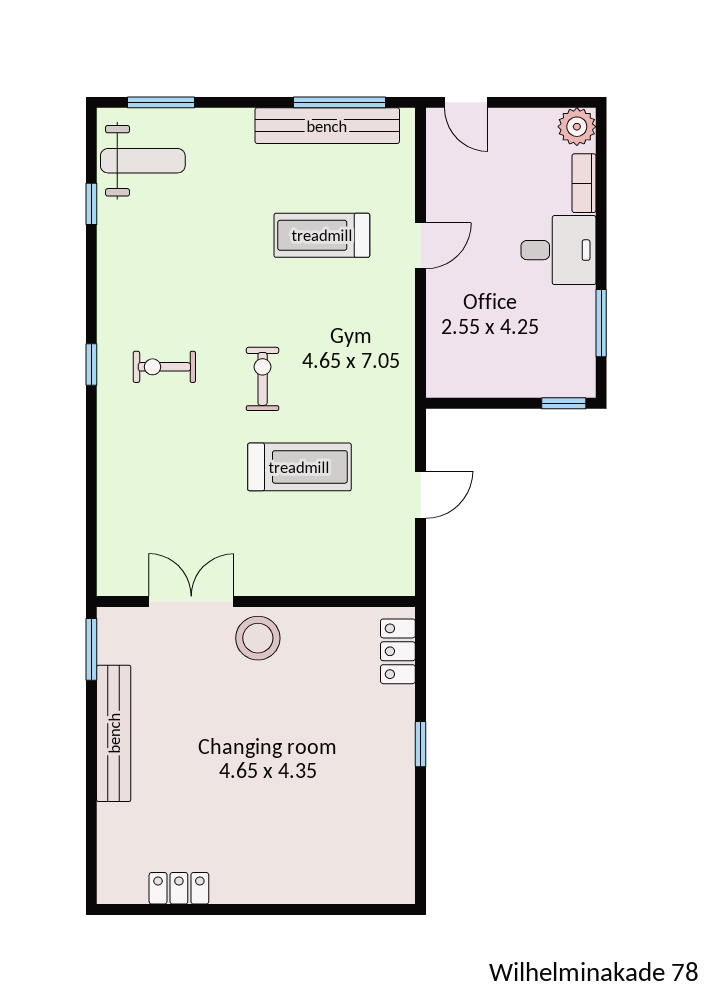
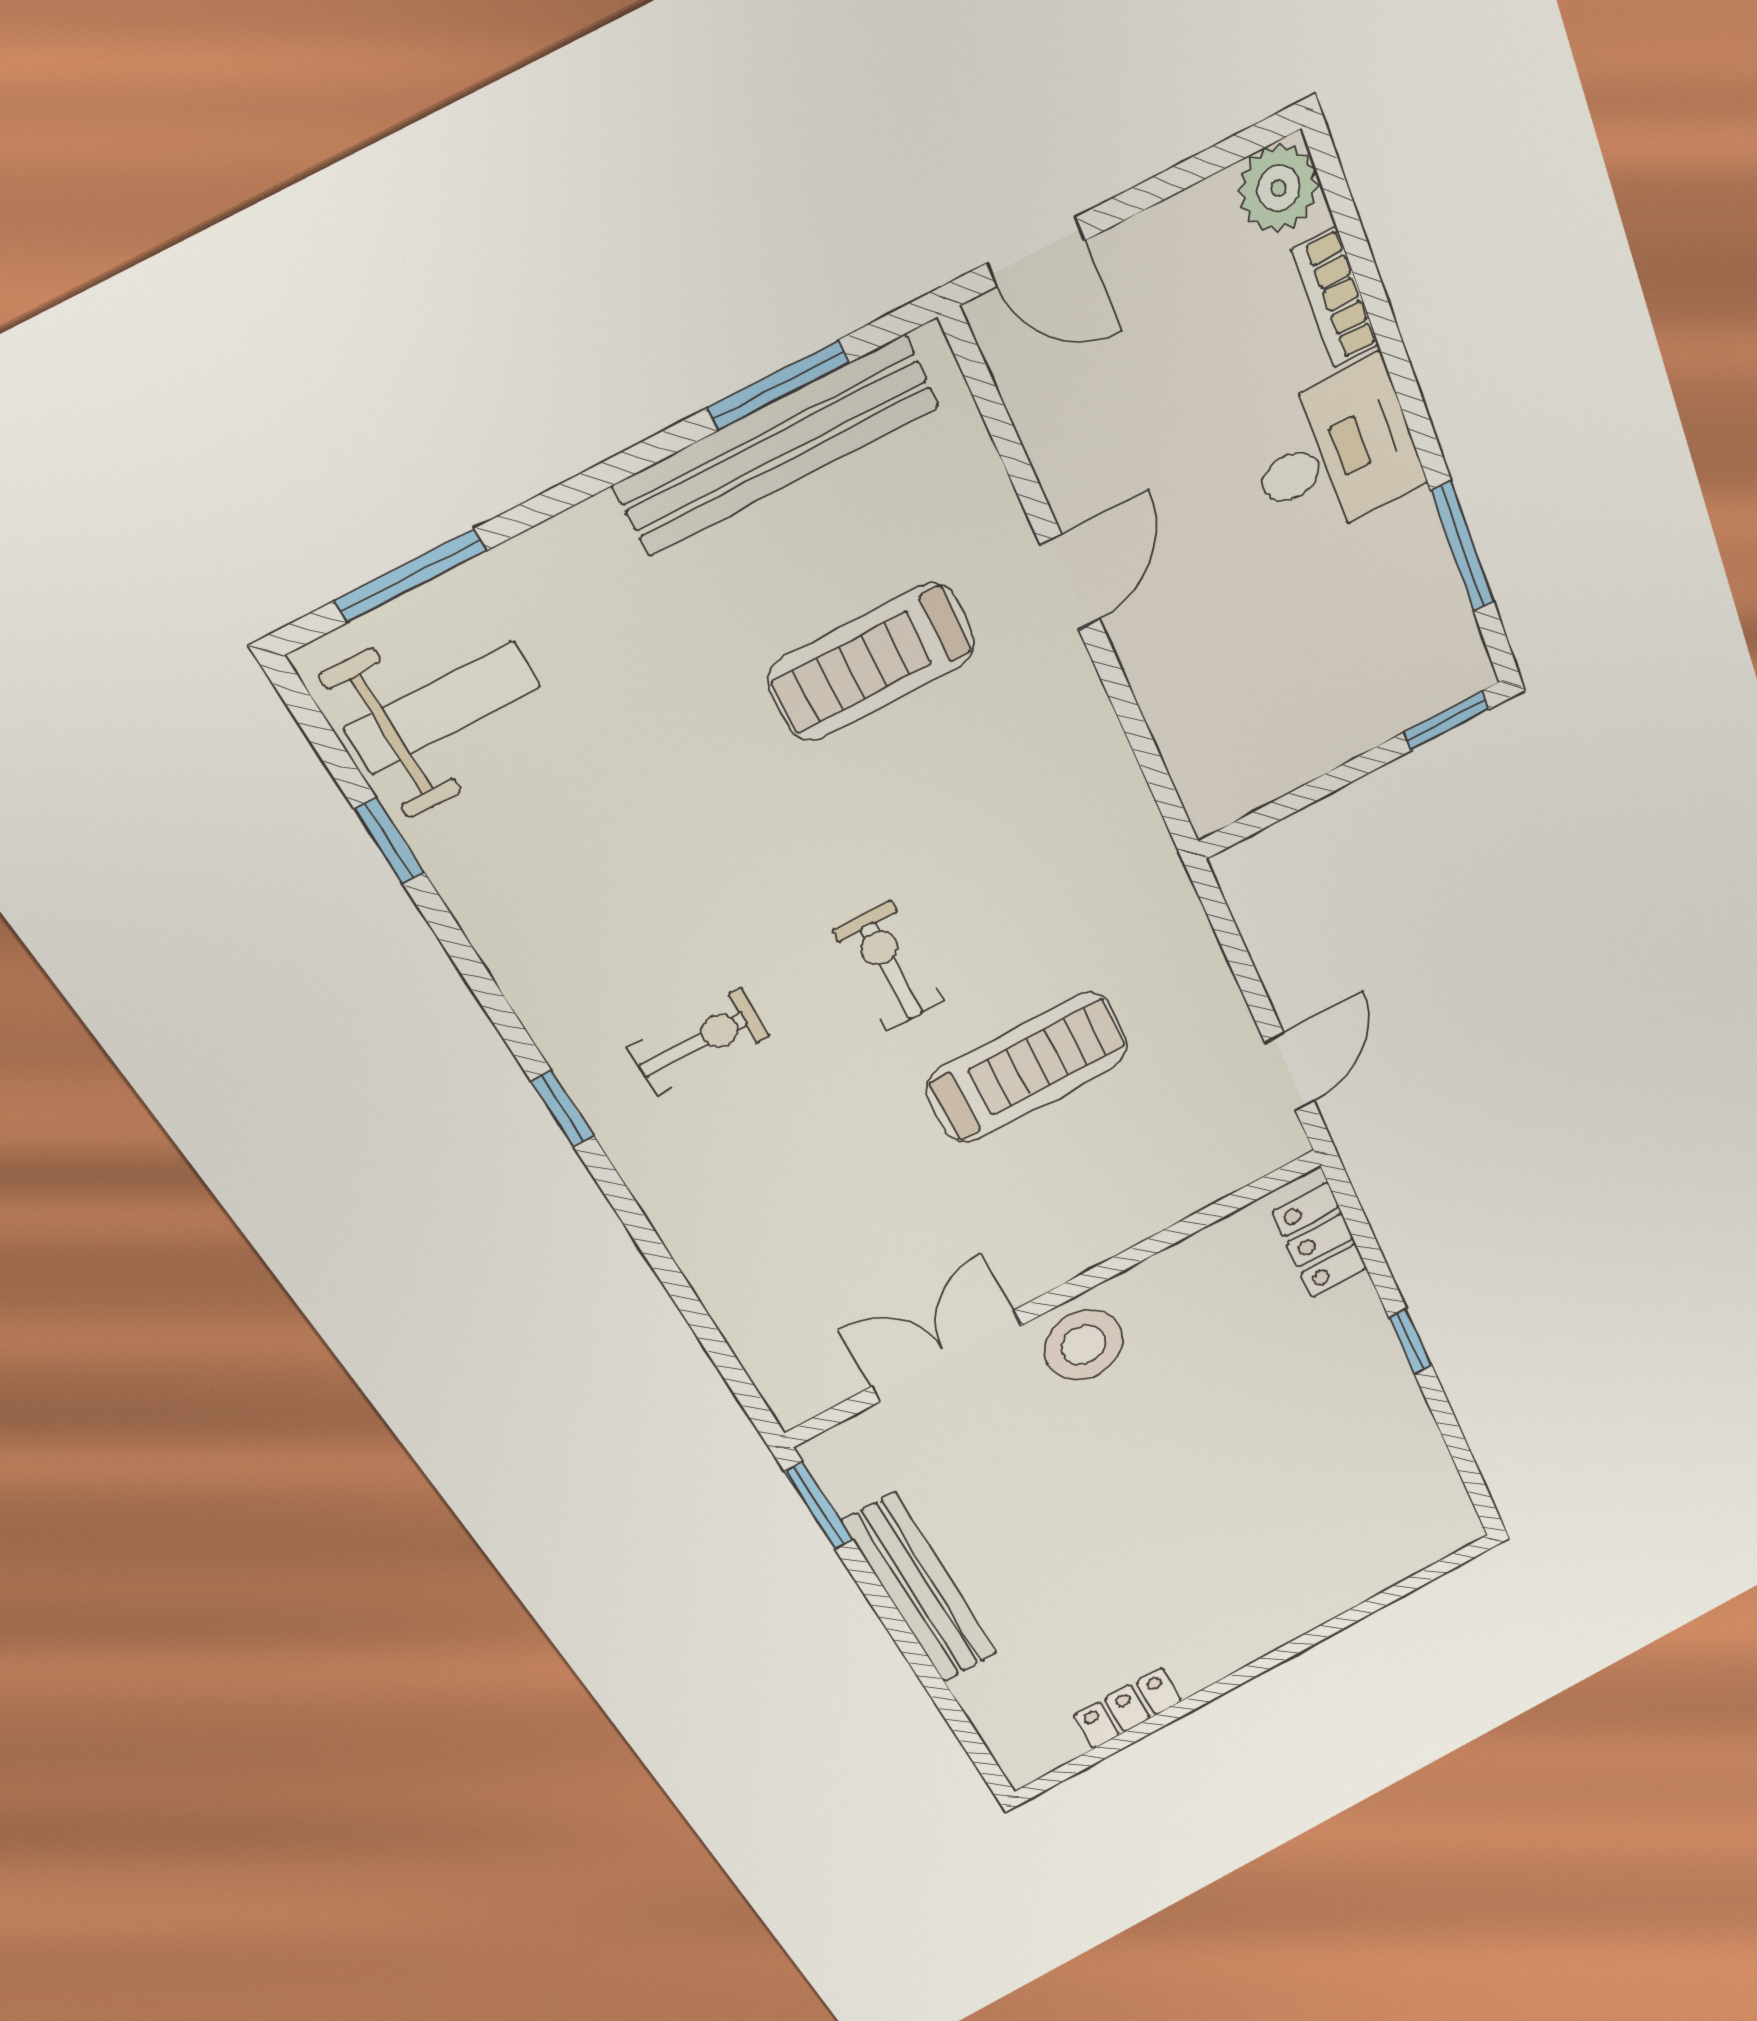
window: (339, 102) -> (778, 385), width x0.69
exercise bike: (164, 367) -> (699, 1042), turned 180
door: (421, 495) -> (1290, 1072), moved

